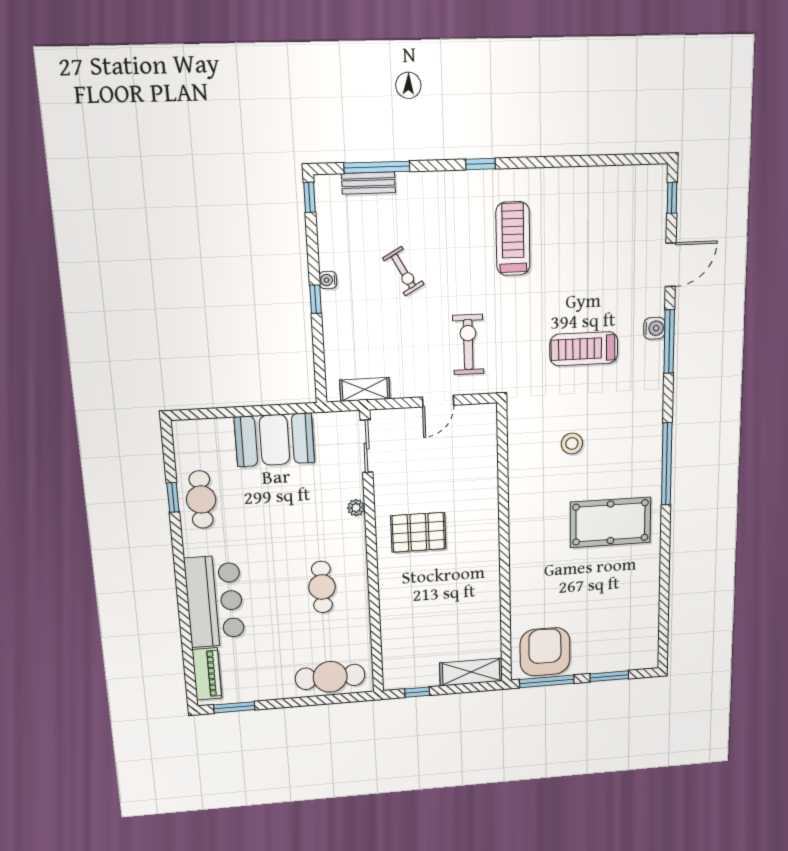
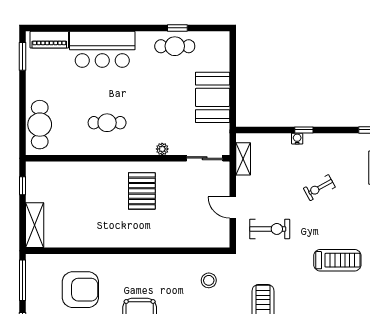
water cooler: (328, 280) -> (297, 139), moved
stool: (572, 443) -> (209, 280), moved
armchair: (545, 652) -> (80, 290), moved

